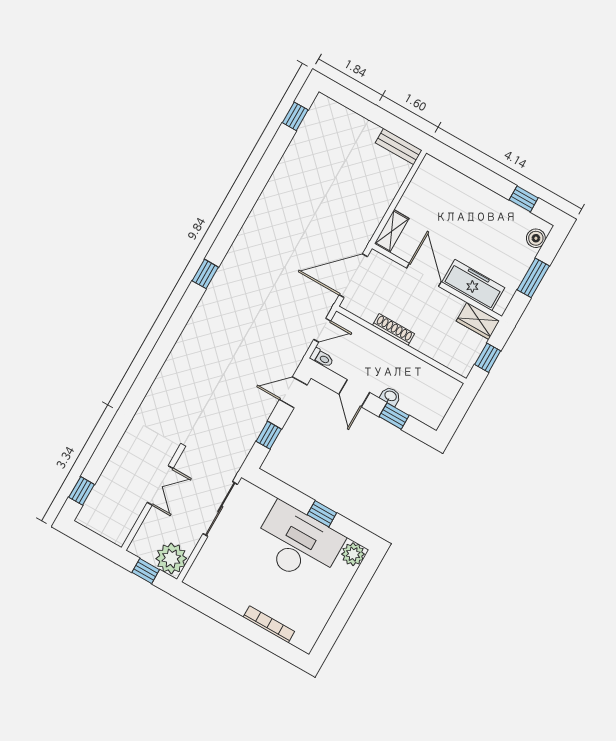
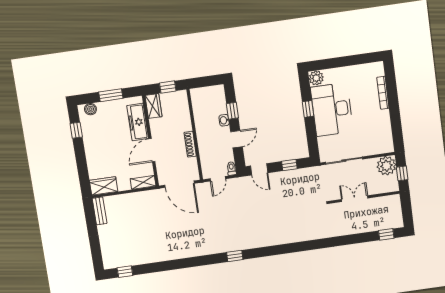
wardrobe: (426, 177) -> (104, 186), added
door: (322, 330) -> (218, 179), swing flipped

